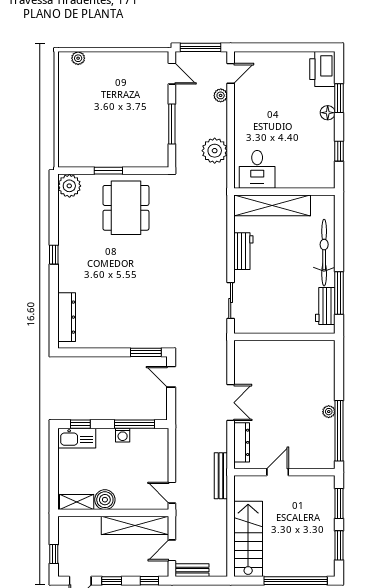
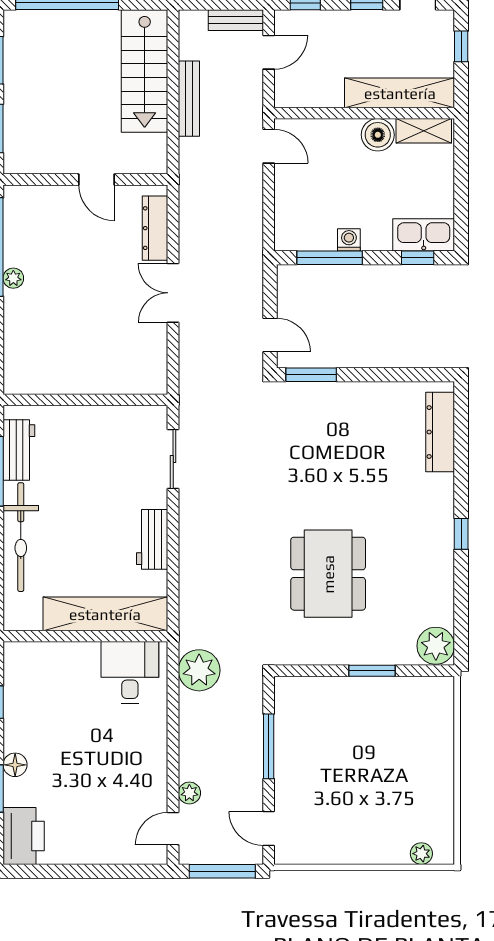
plant: (215, 151) -> (199, 670), moved
dining table: (126, 208) -> (328, 574), moved
door: (278, 472) -> (97, 179), hinge flipped
bench: (221, 476) -> (189, 99), moved
shelving: (135, 525) -> (400, 93), moved

